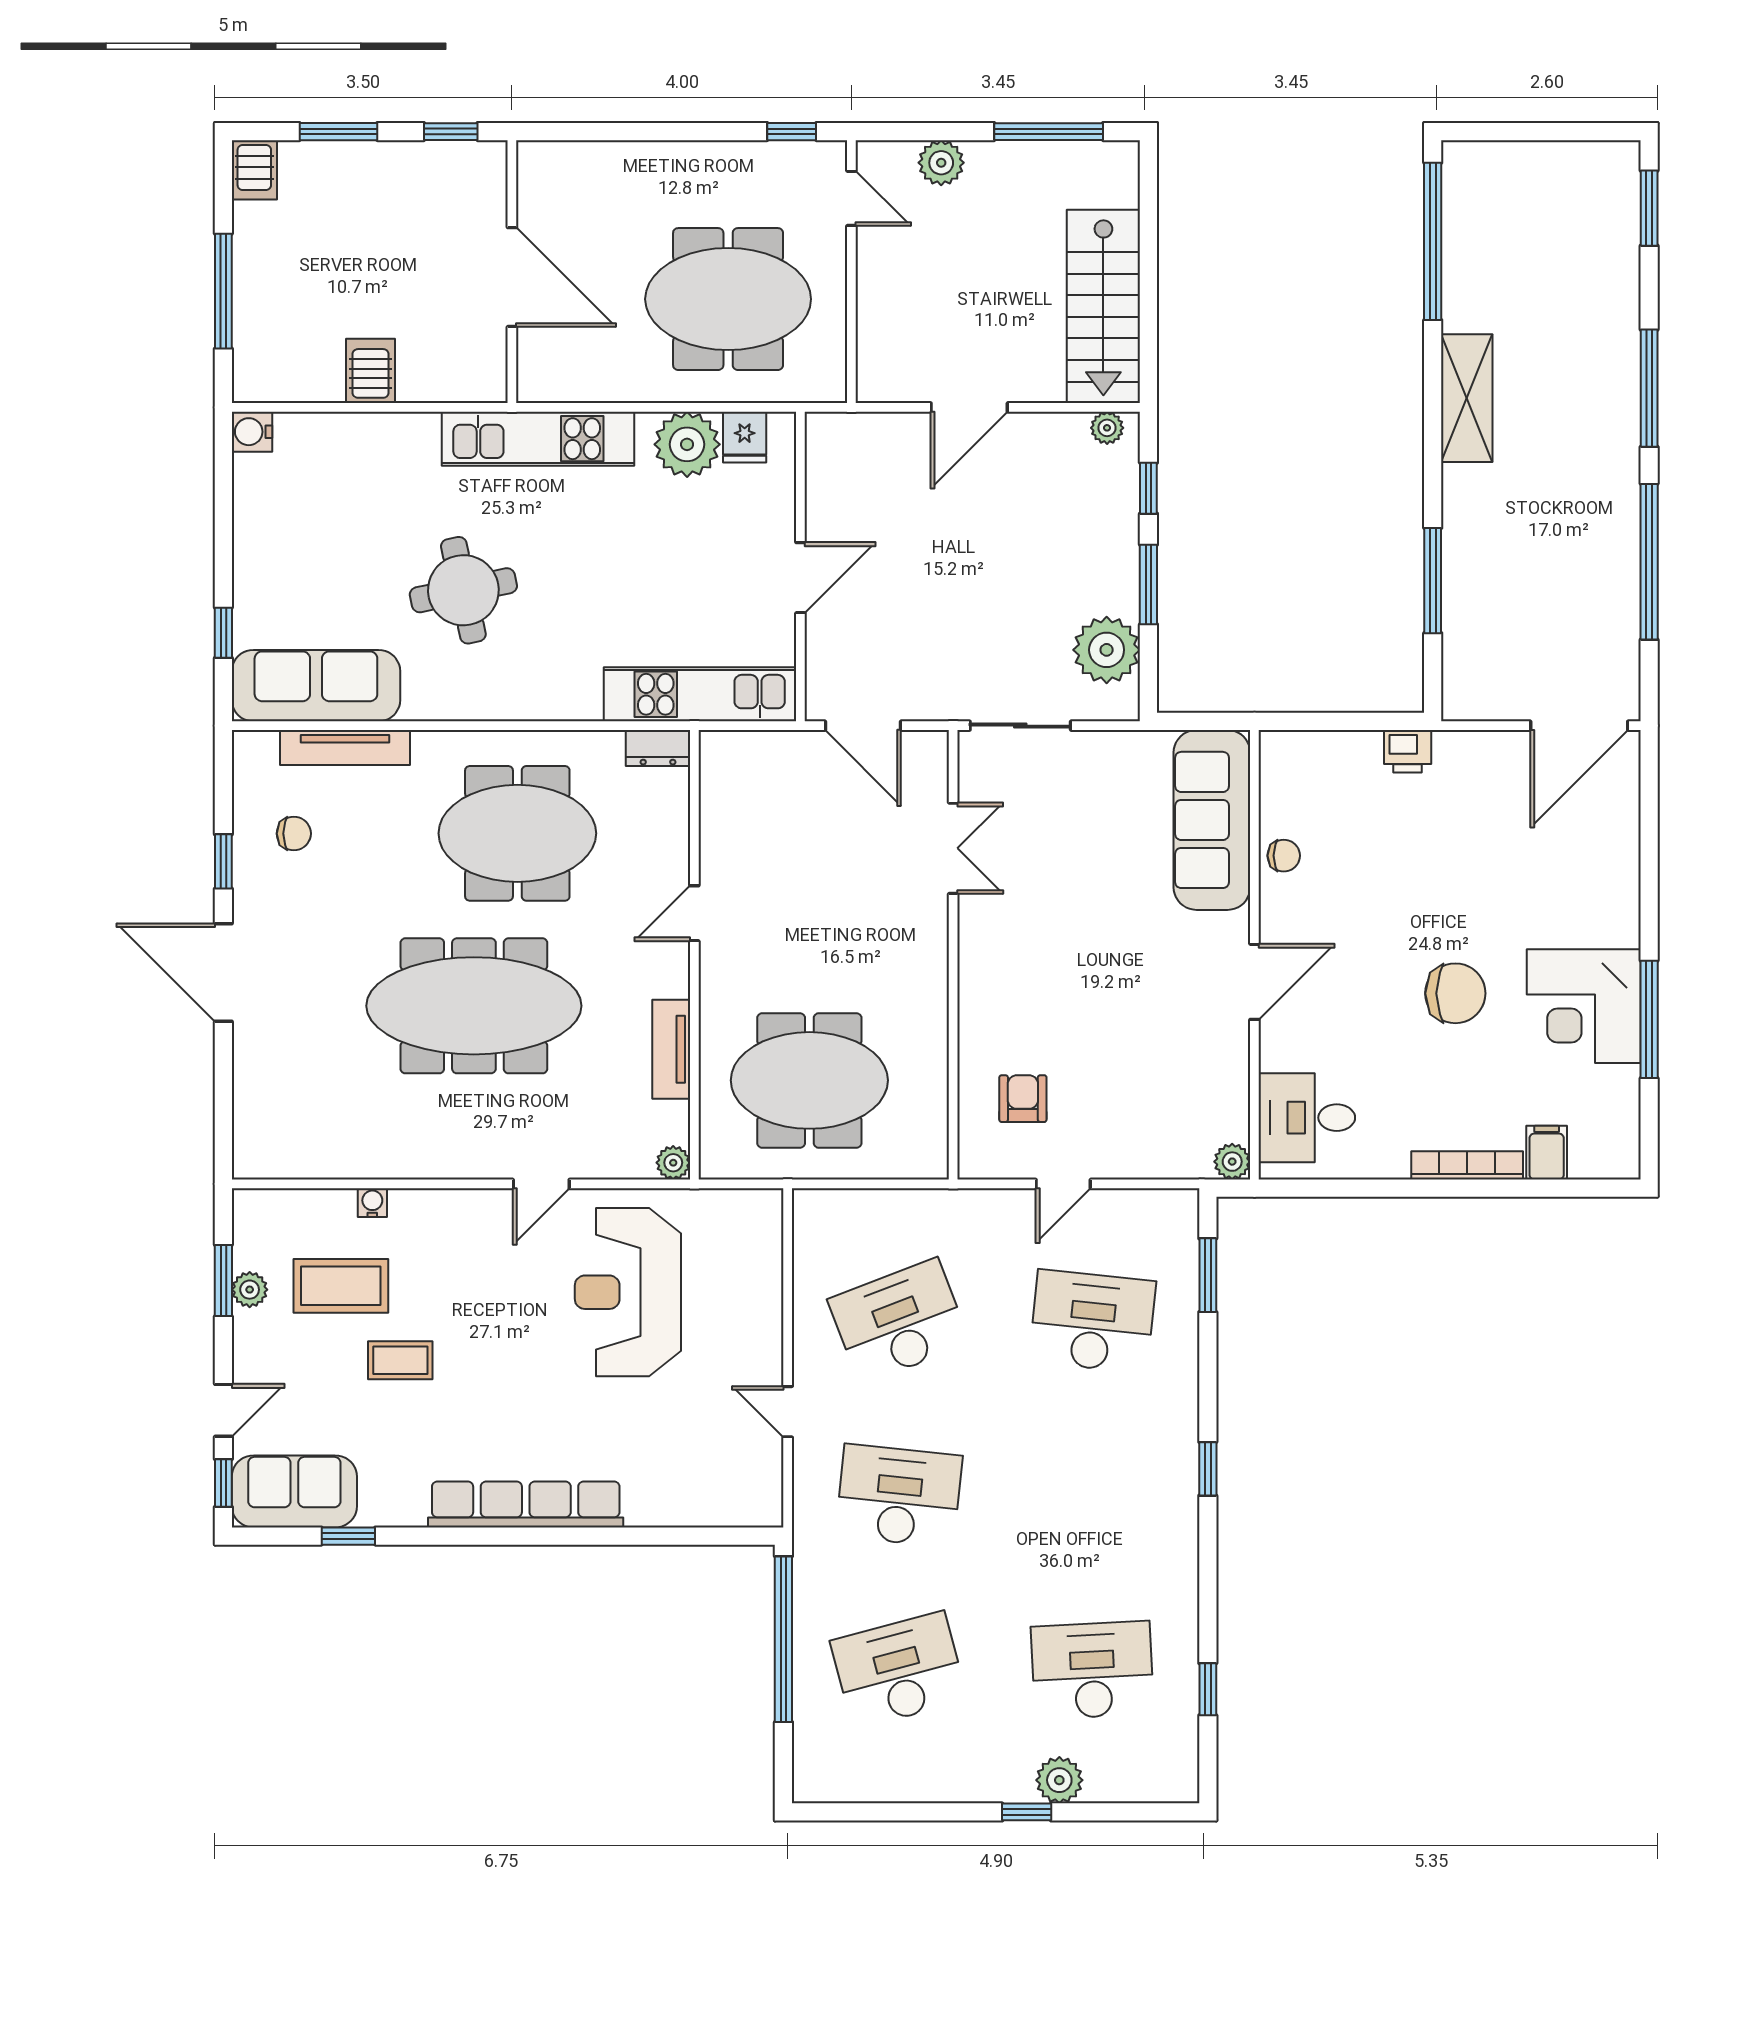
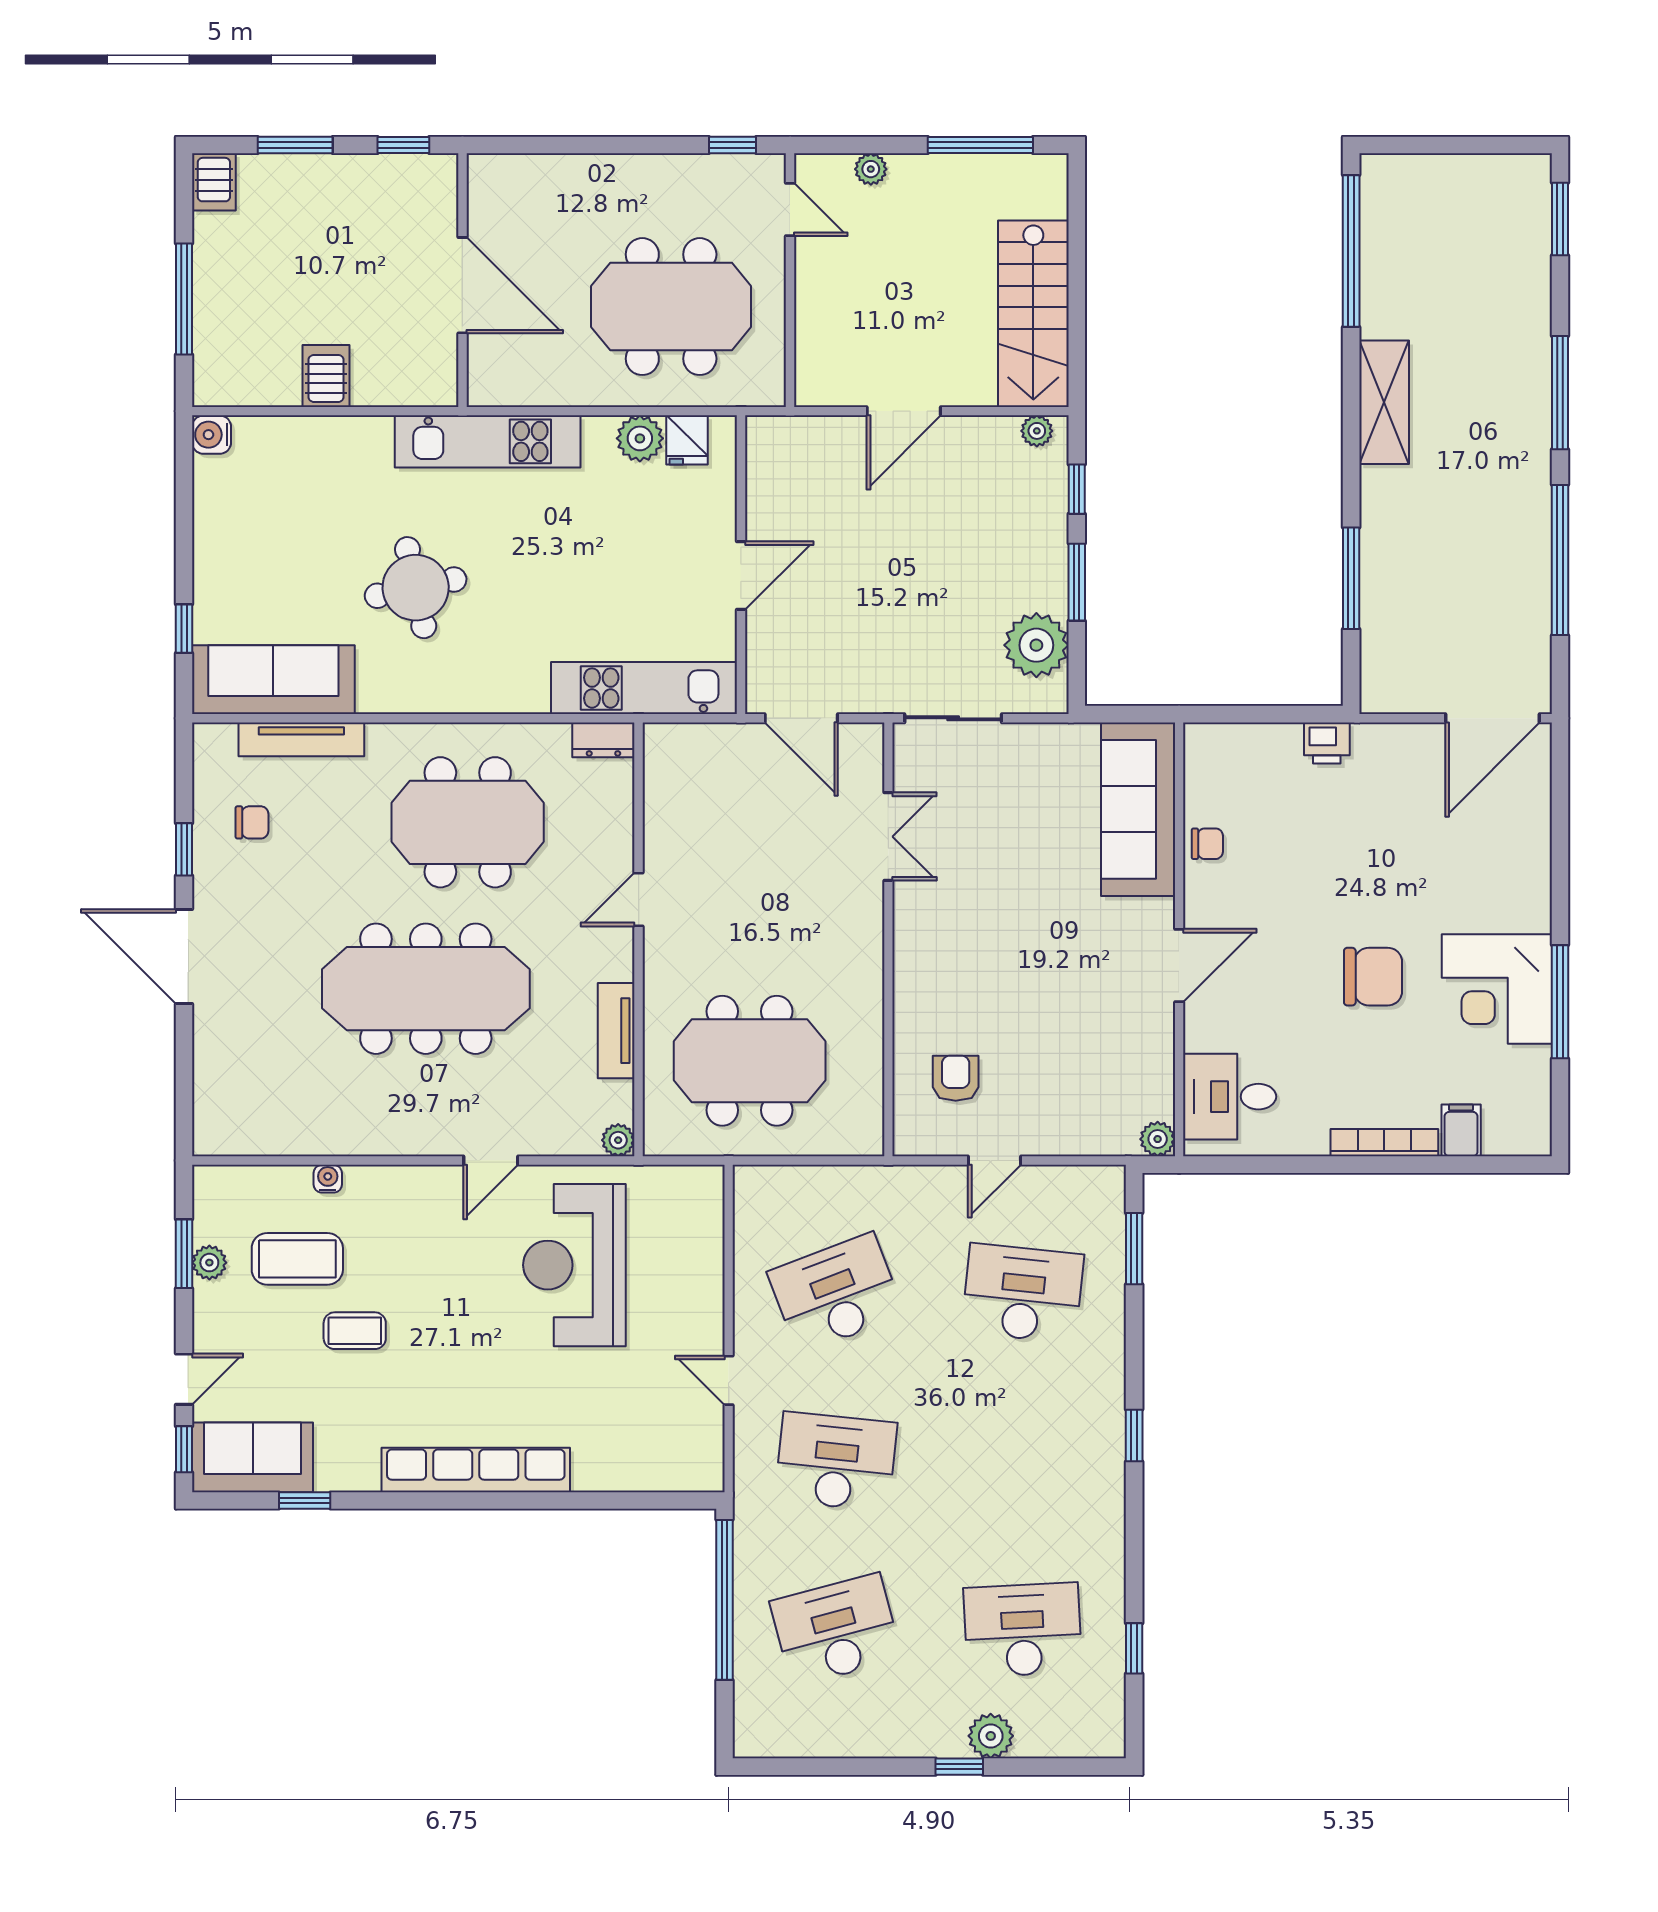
plant: (941, 163) -> (871, 169), width x0.73, depth x0.73
plant: (687, 444) -> (640, 438), width x0.73, depth x0.73

